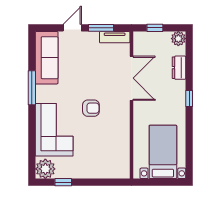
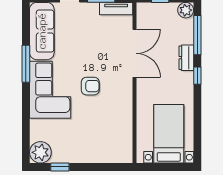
window: (189, 61) -> (197, 35), added
dresser: (179, 68) -> (186, 58), moved
corner sofa: (54, 130) -> (50, 90), moved

